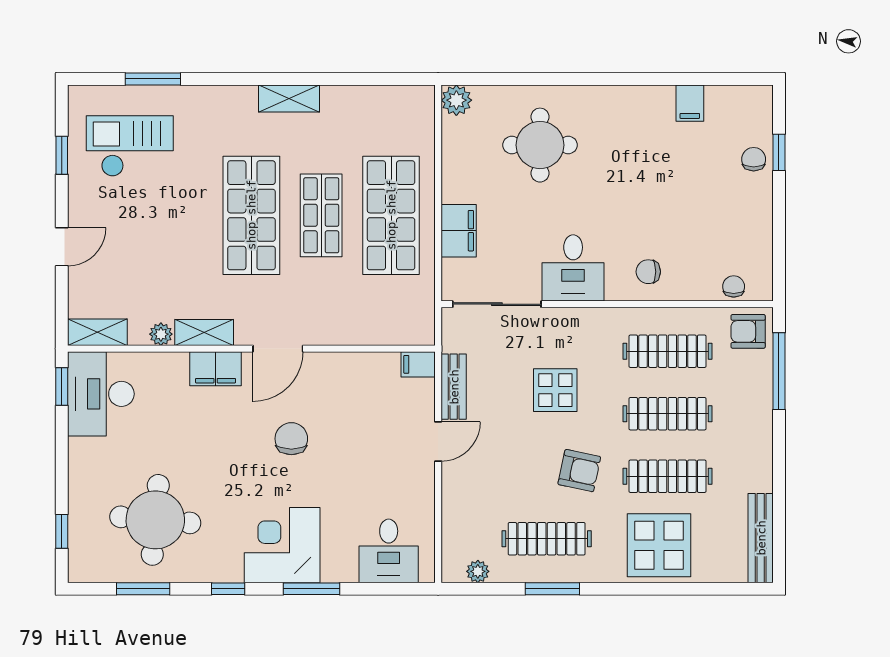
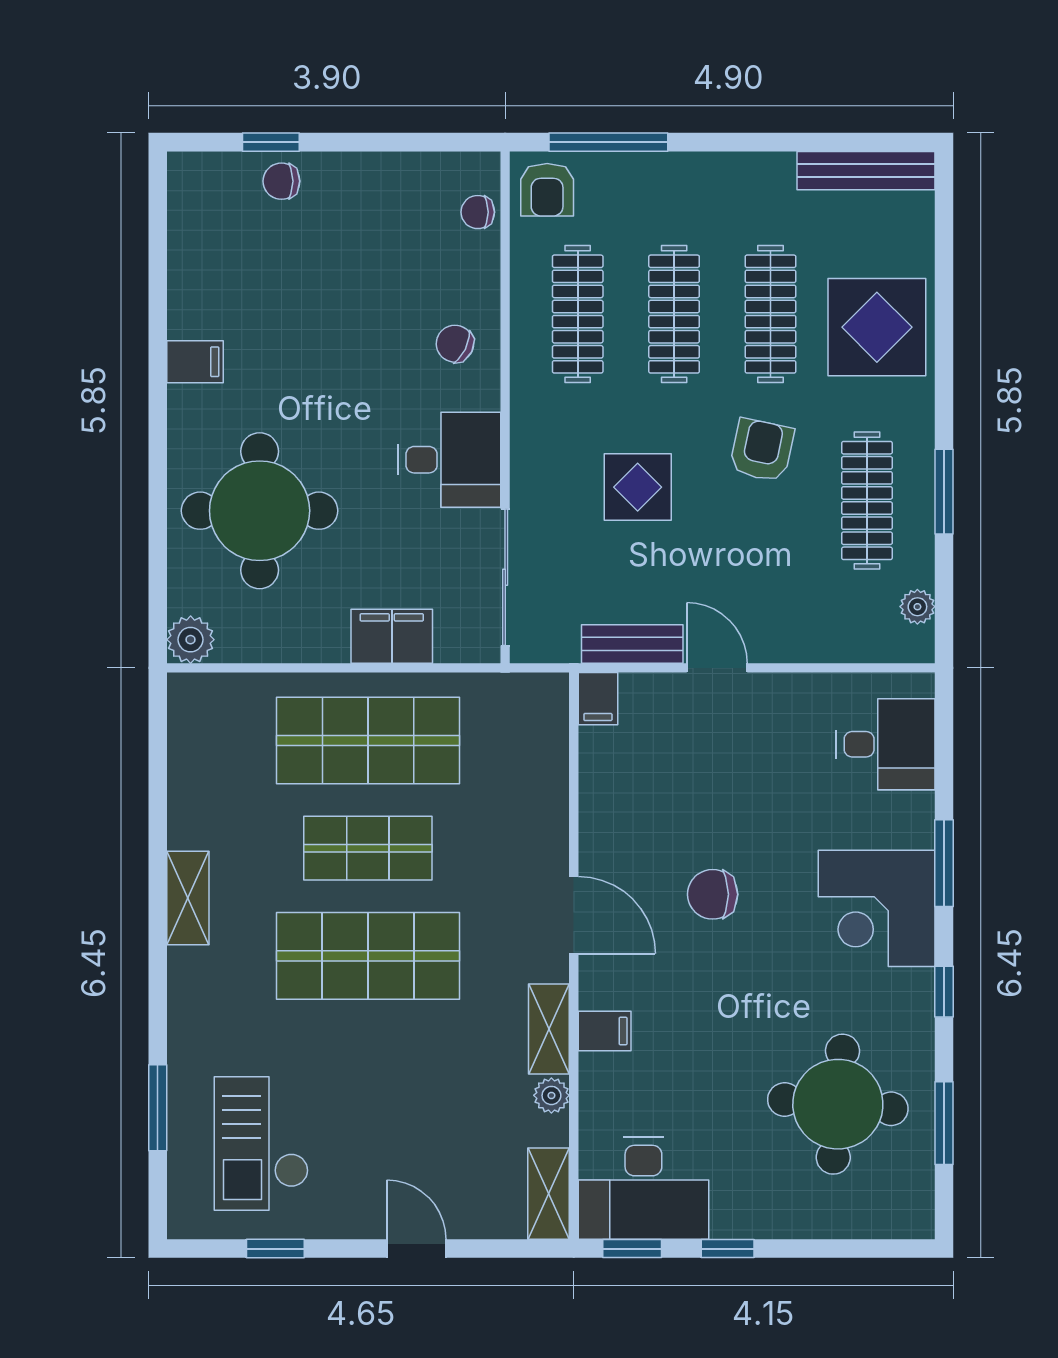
filing cabinet: (690, 103) -> (195, 362), moved
round table: (540, 145) -> (260, 511), width x1.36, depth x1.36
chair: (648, 272) -> (455, 344), turned 116
filing cabinet: (216, 369) -> (605, 1031), width x0.50
window: (62, 531) -> (728, 1249), moved

